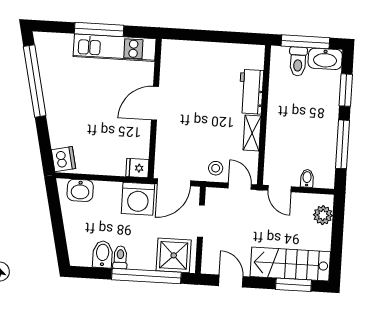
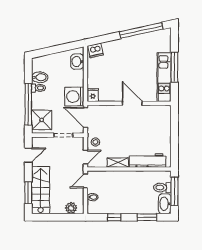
workbench: (251, 92) -> (147, 161), width x1.37
window: (342, 144) -> (114, 217), width x0.46

